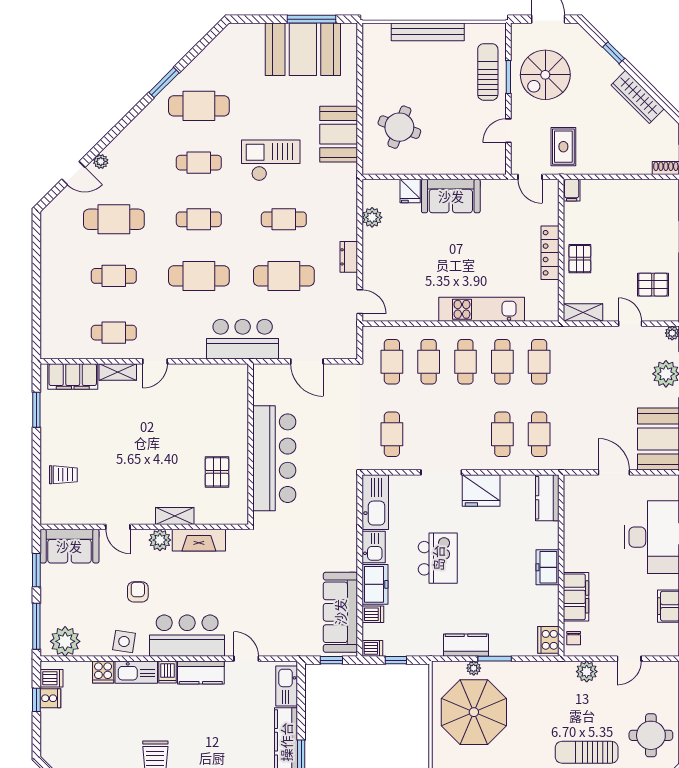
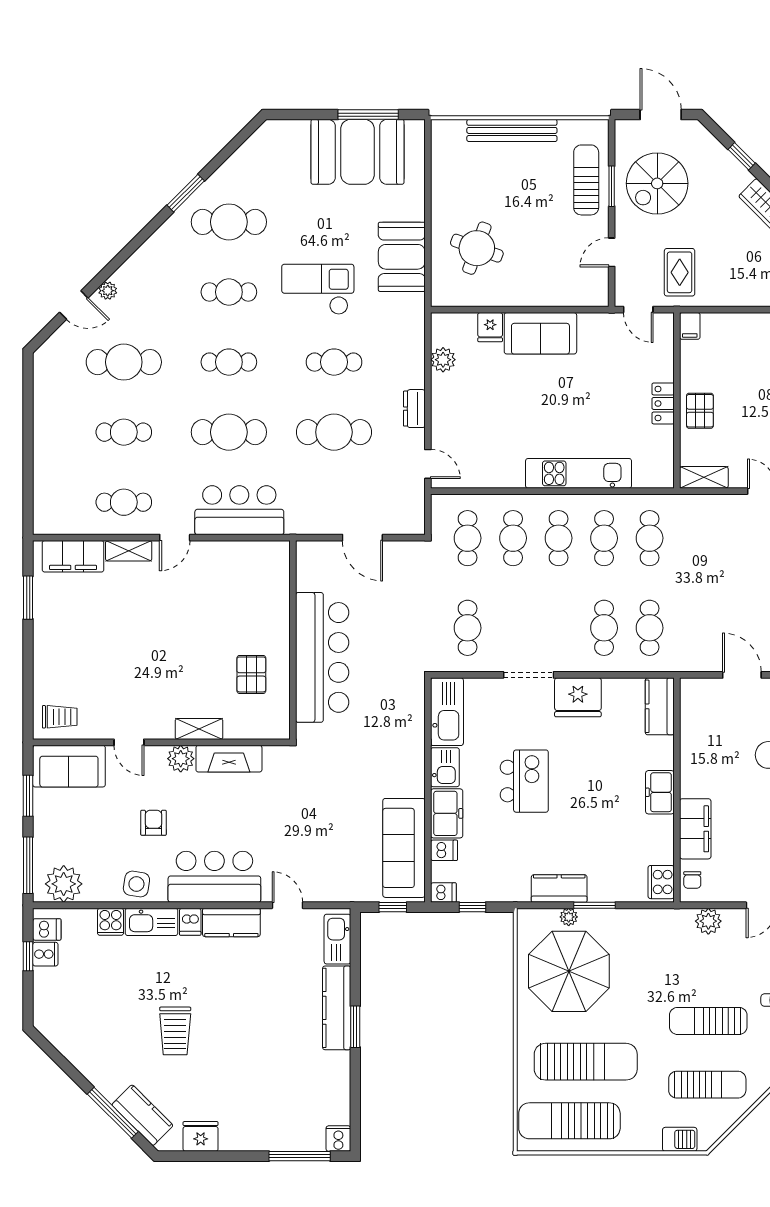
locker: (550, 253) -> (663, 403), width x0.66
bar counter: (243, 339) -> (239, 510), moved
trolley: (63, 475) -> (60, 717), moved

